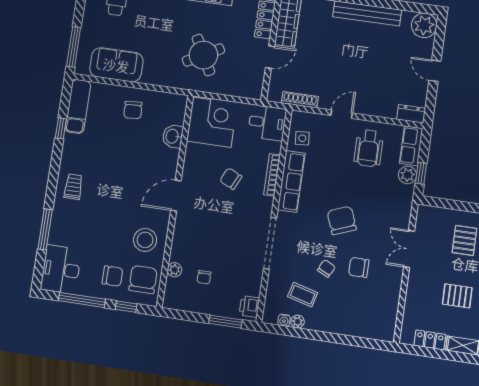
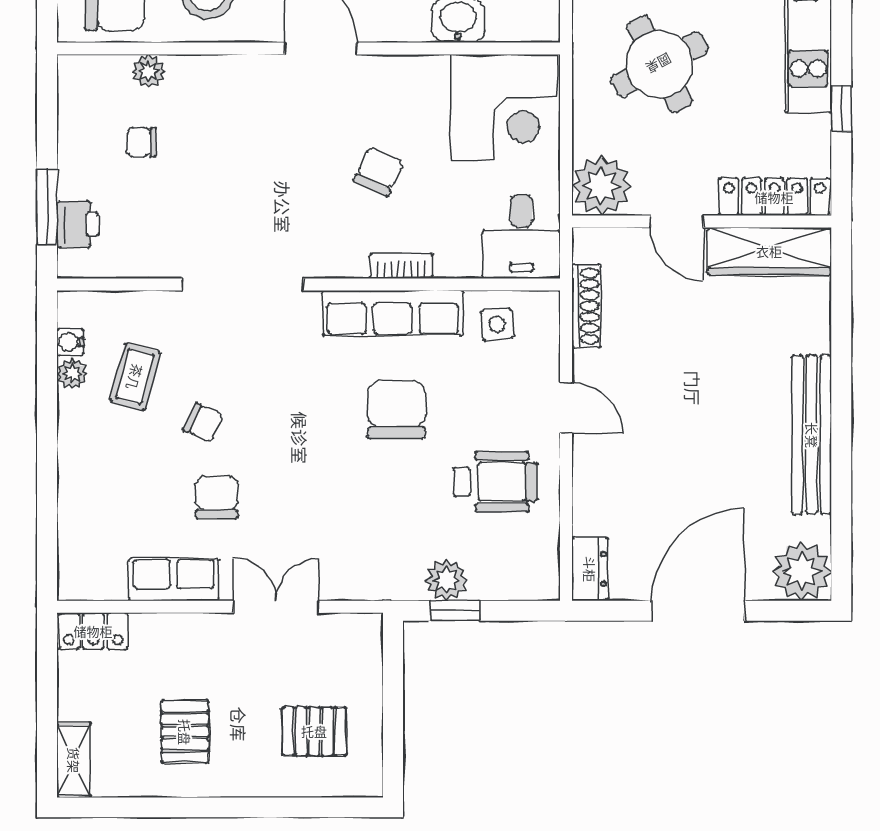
door: (435, 71) -> (698, 611), width x1.88
plant: (251, 86) -> (601, 186), added
row of seats: (411, 146) -> (174, 579), moved
wheelchair: (369, 148) -> (495, 482), turned 180
bookcase: (272, 175) -> (401, 266), width x0.64
chair: (342, 220) -> (396, 409), moved, turned -69
printer: (249, 306) -> (78, 224), moved, turned 90
locker: (430, 340) -> (93, 631), moved, turned 90

